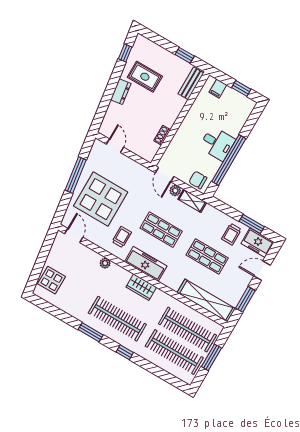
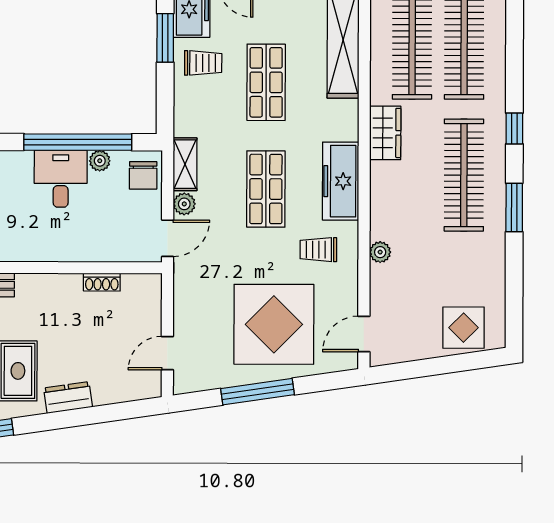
plant: (215, 165) -> (100, 161), added
wardrobe: (141, 287) -> (385, 133), moved

